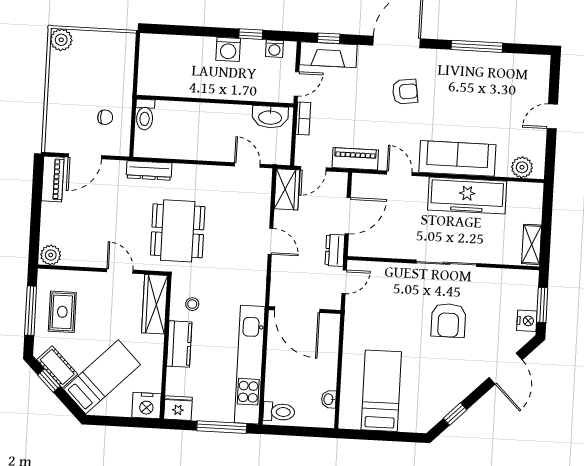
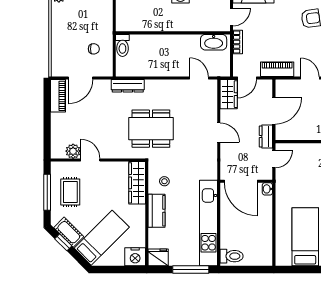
dining table: (178, 231) -> (151, 129), turned 90
plant: (51, 255) -> (73, 151), moved
door: (120, 271) -> (90, 160), moved
washbasin: (329, 399) -> (267, 189), moved

